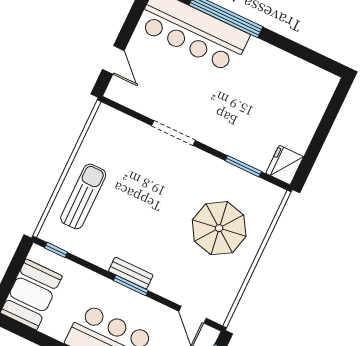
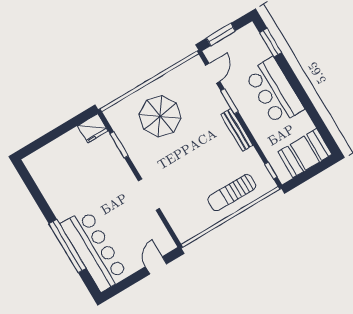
bench: (131, 273) -> (237, 130), width x1.36
window: (131, 285) -> (229, 101), moved

